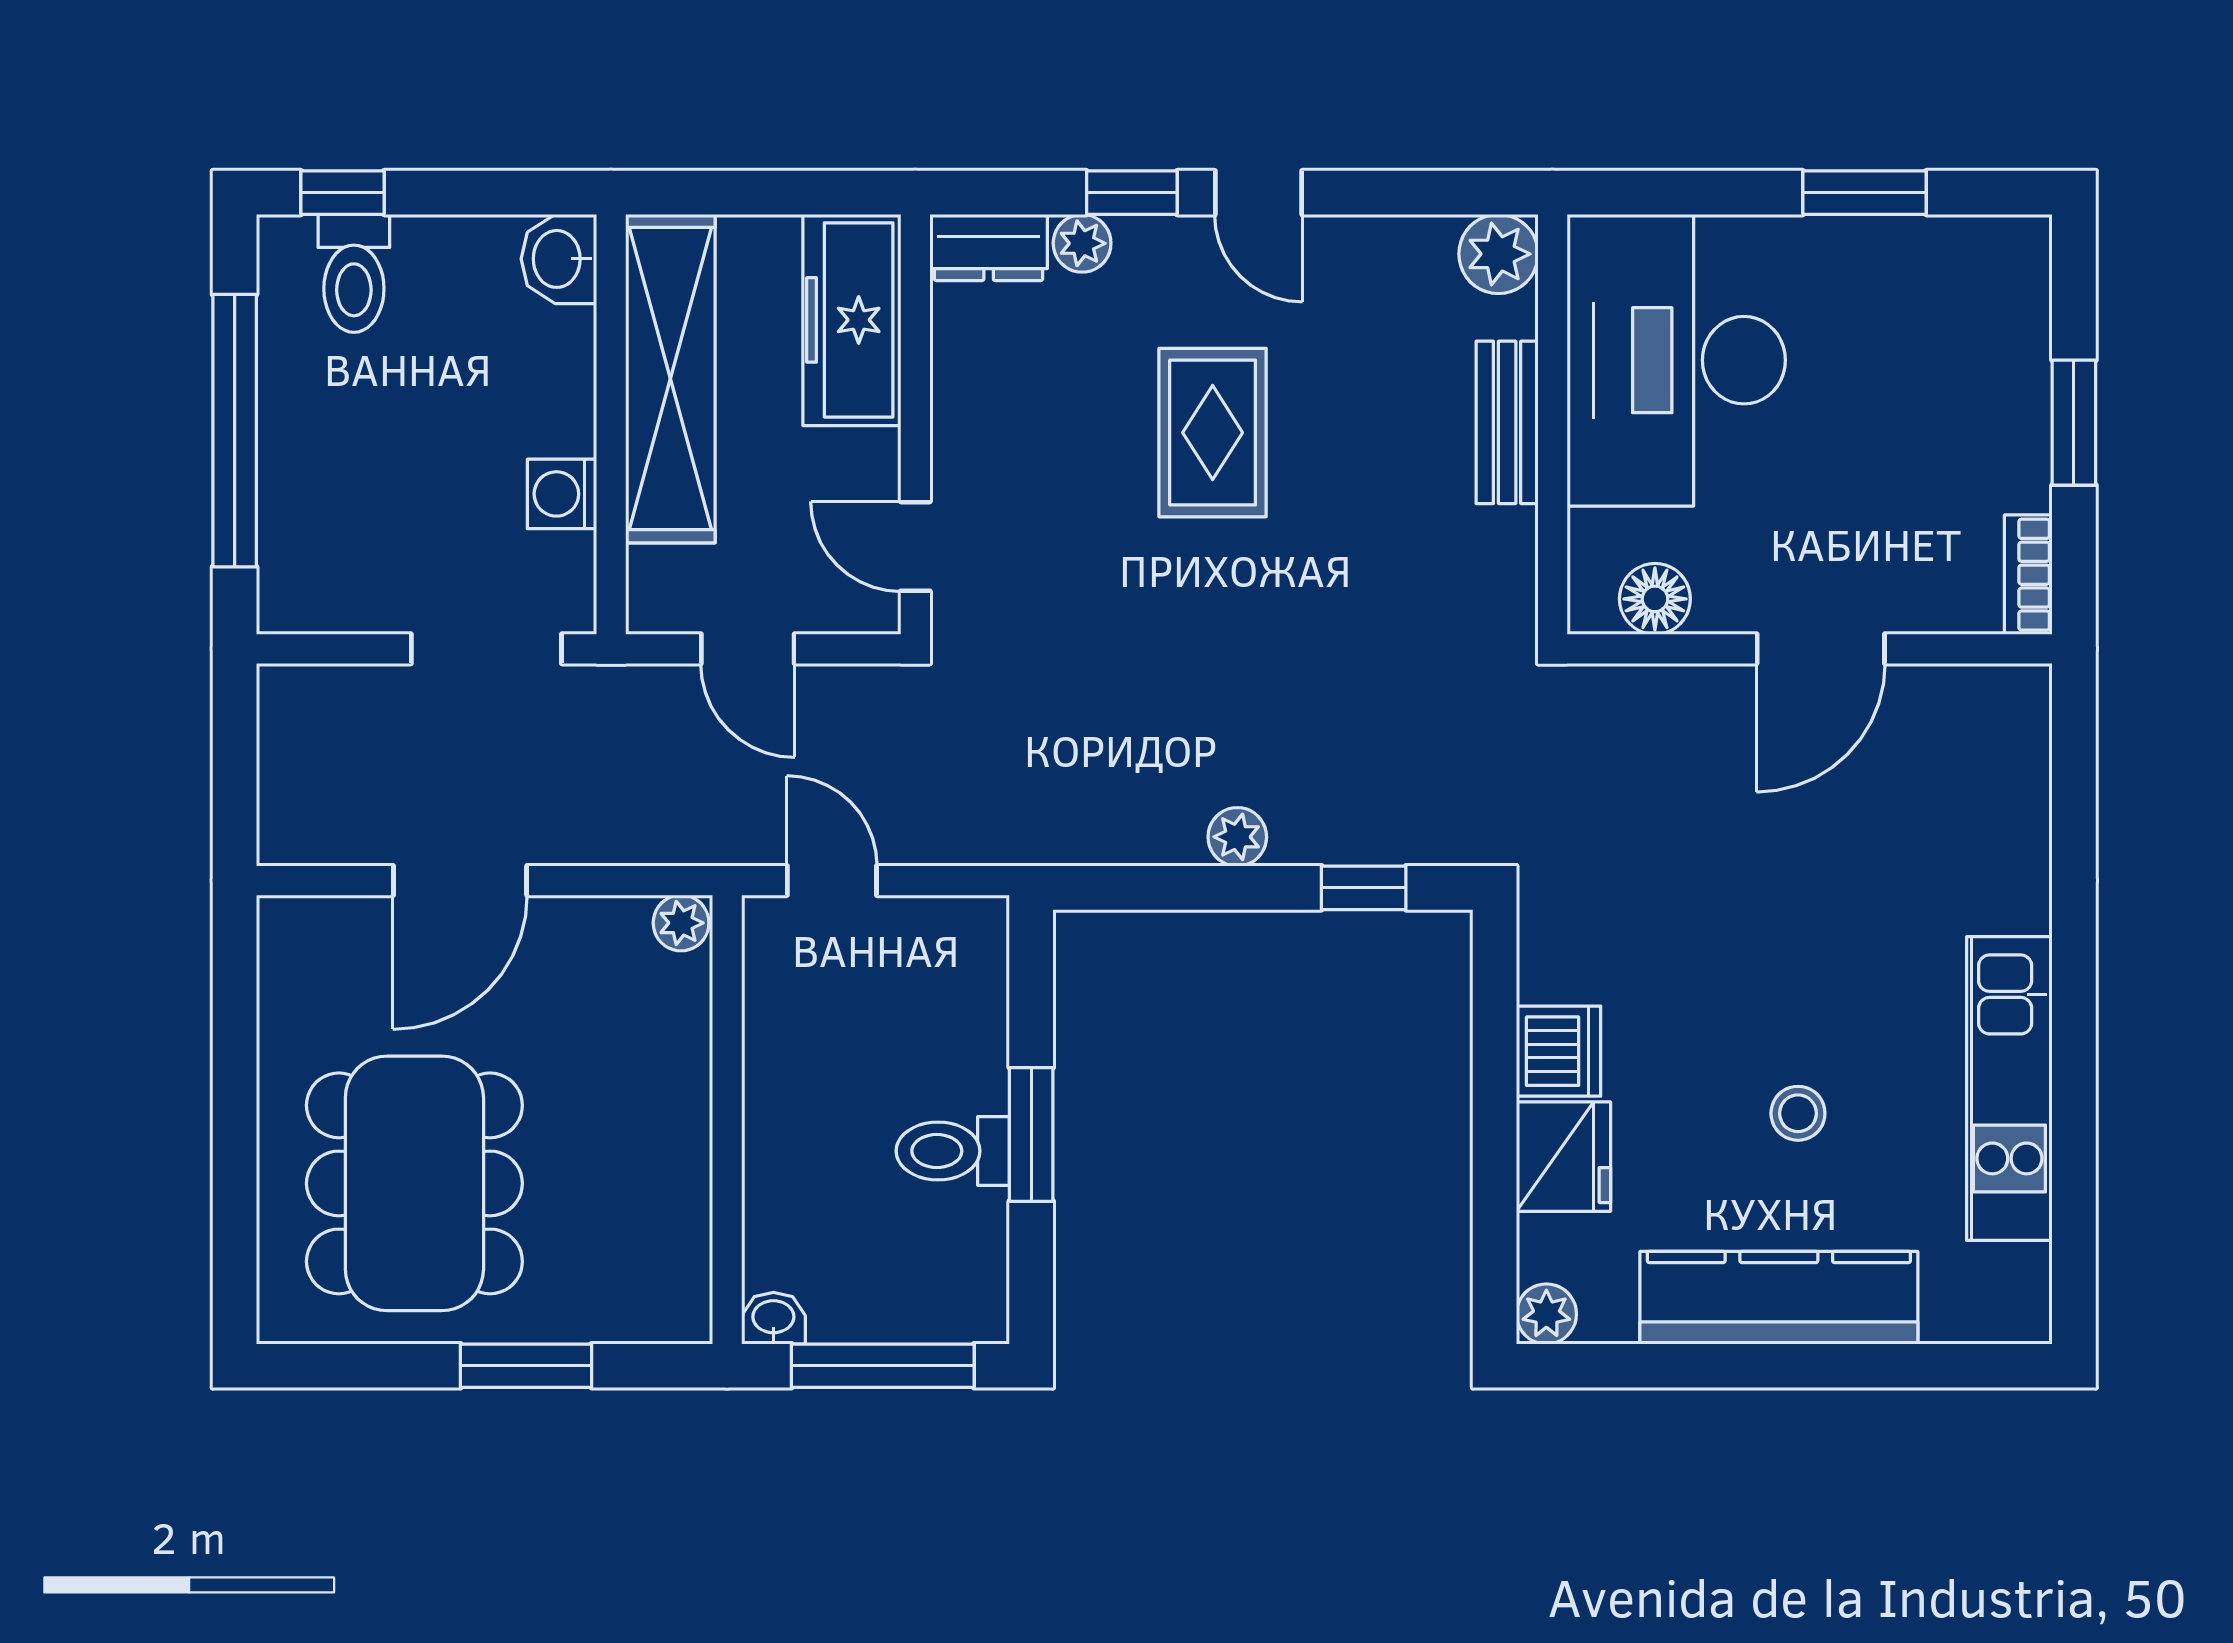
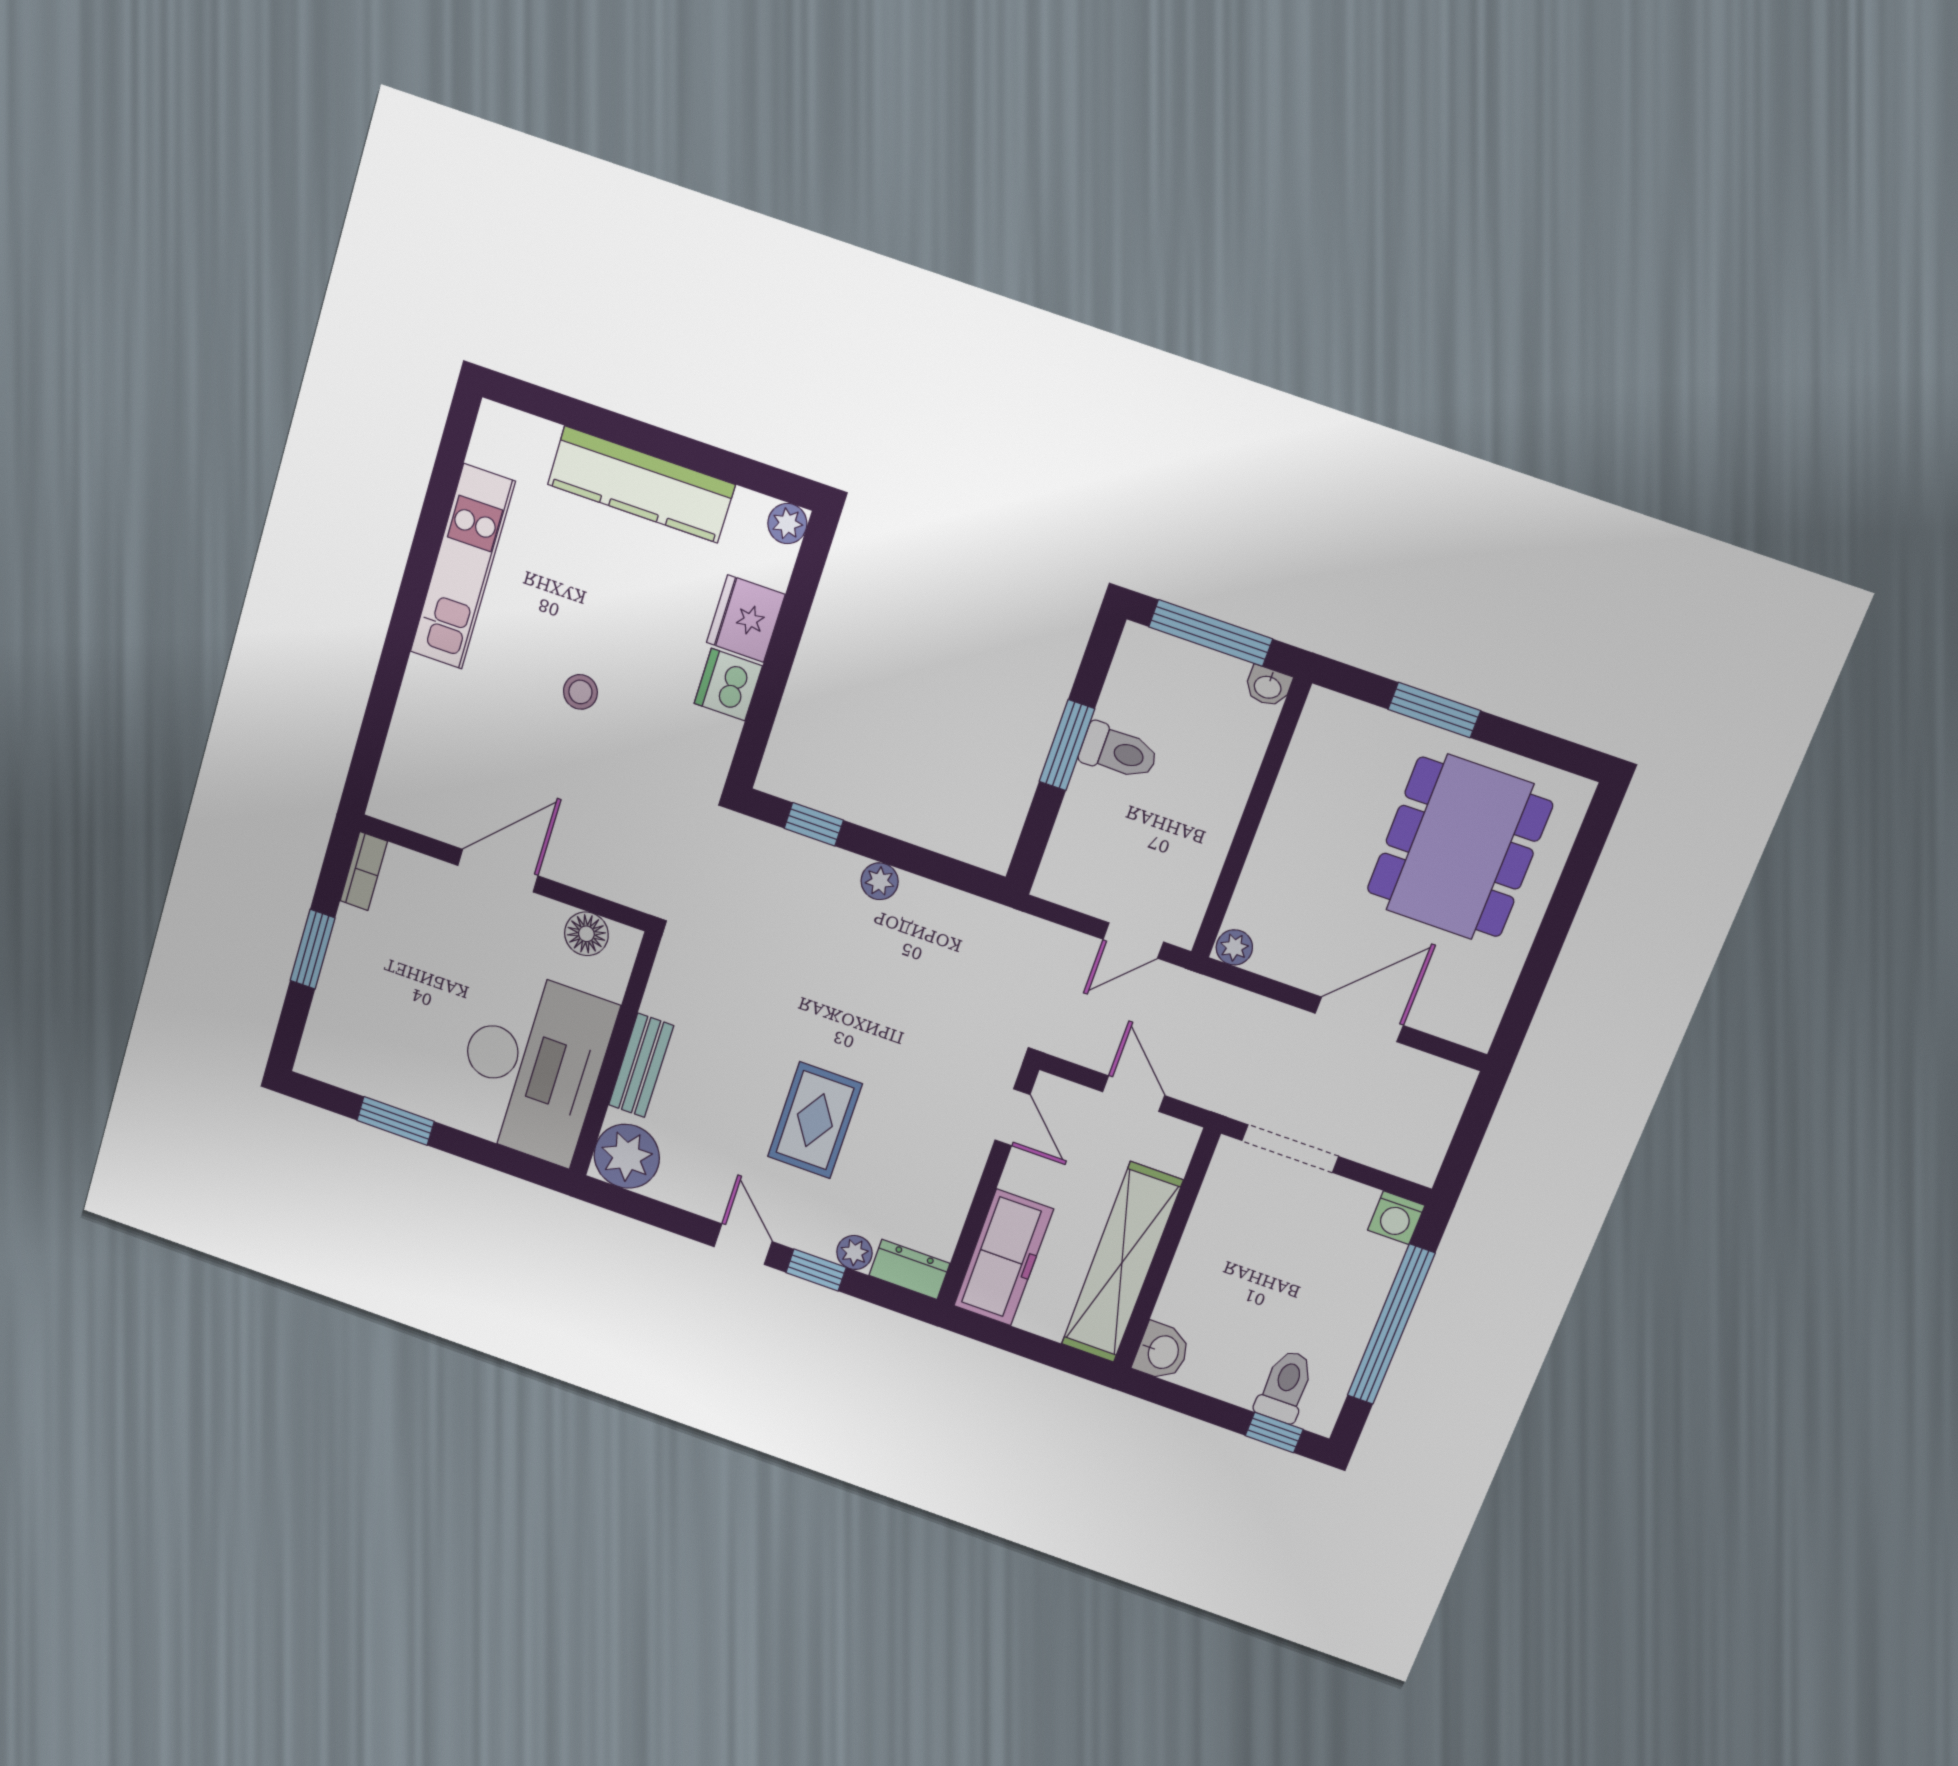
plant: (1498, 254) -> (627, 1156), width x1.36, depth x1.36
washing machine: (562, 494) -> (1396, 1218), moved, turned 90
door: (832, 881) -> (1133, 941), hinge flipped
stool: (1798, 1113) -> (580, 692), moved

